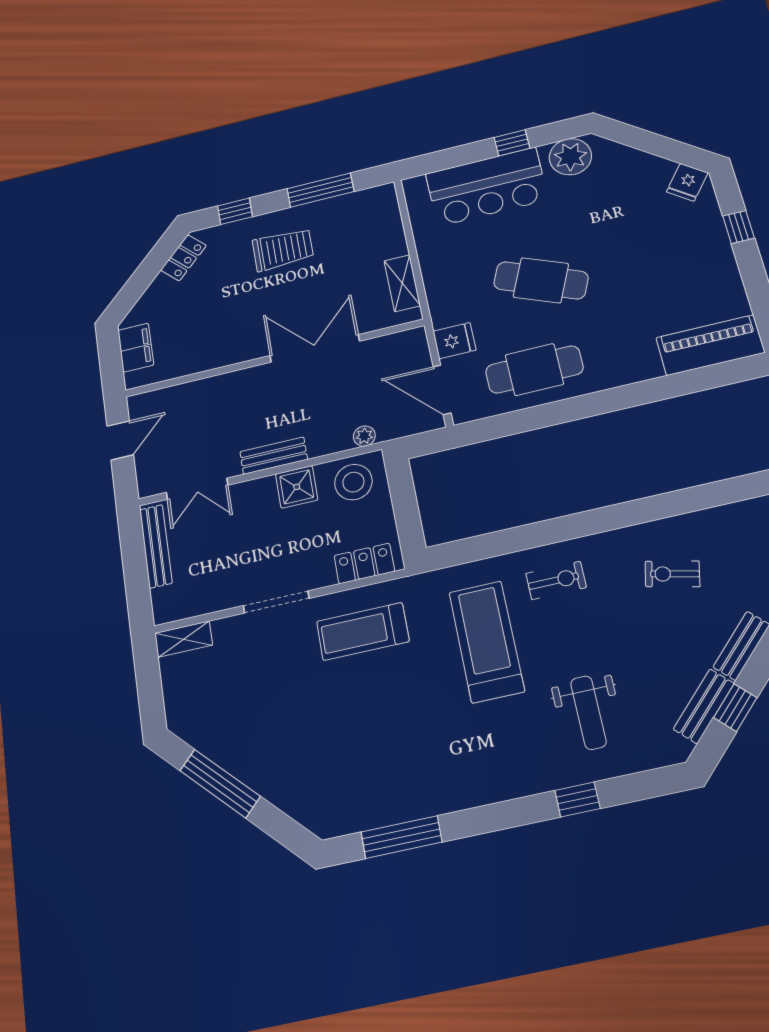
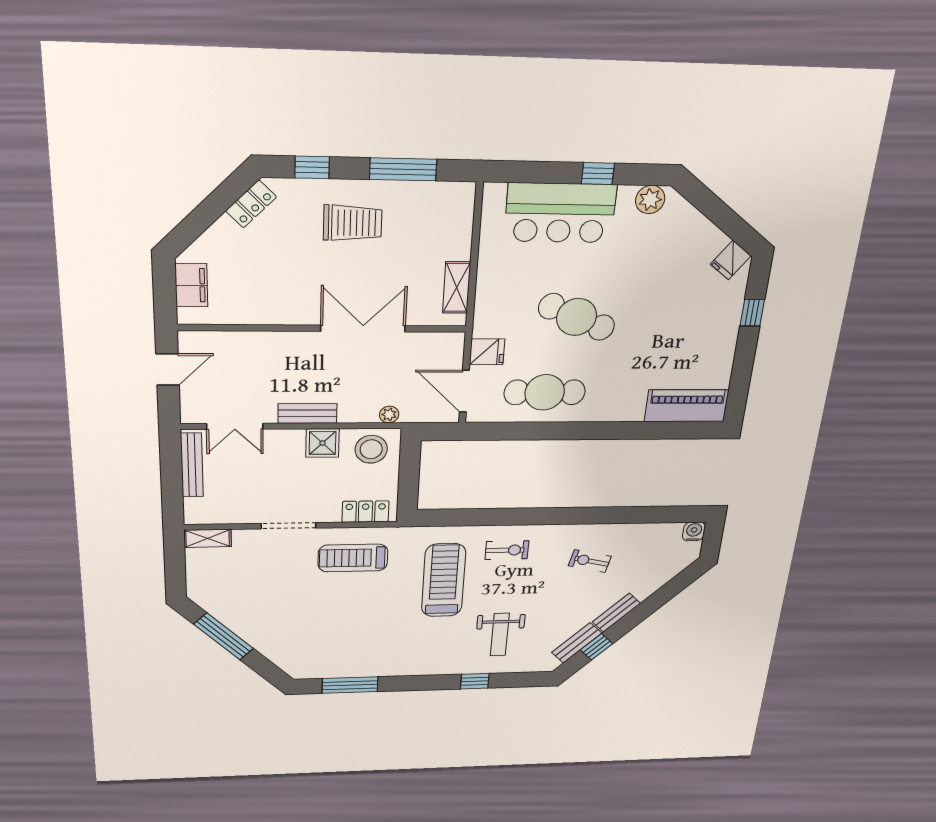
plant: (570, 157) -> (650, 199), width x0.73, depth x0.73

